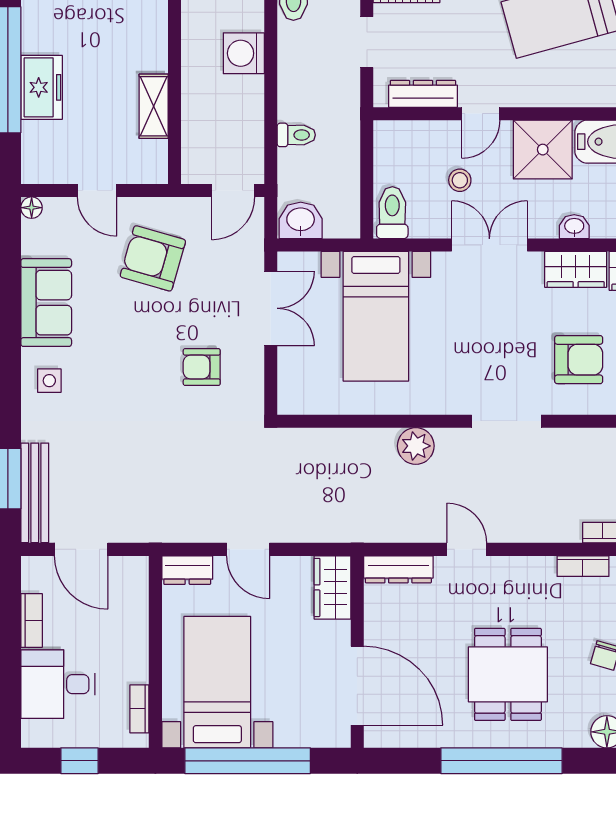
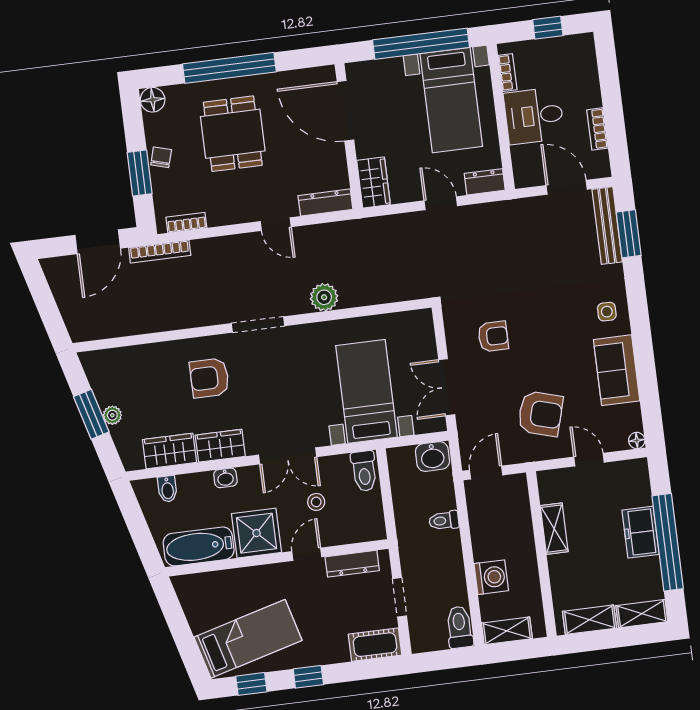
desk: (58, 684) -> (534, 116), moved, turned 180

